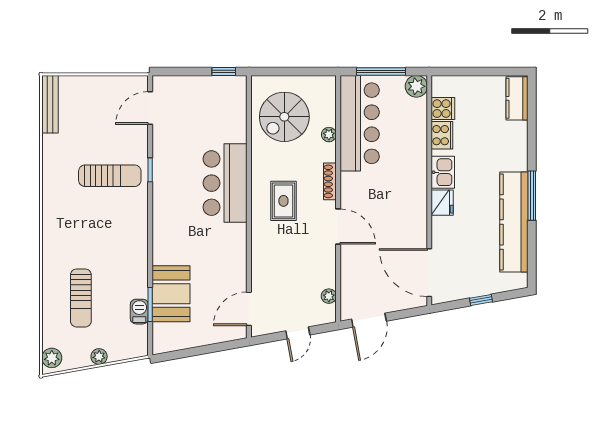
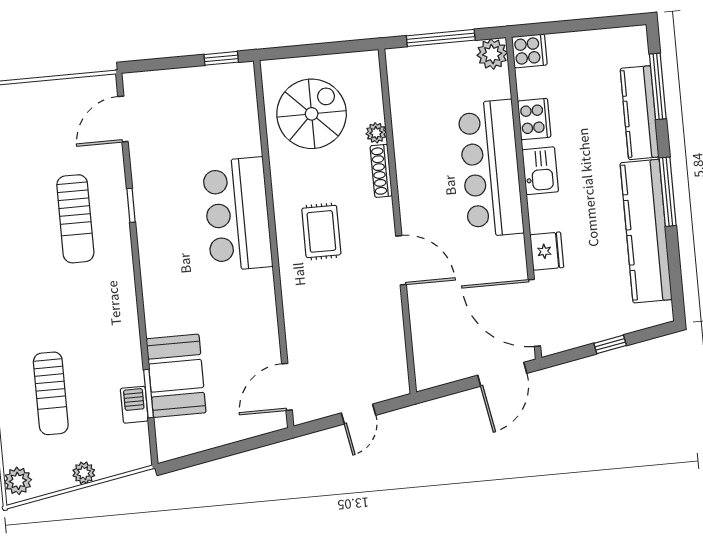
kitchen counter: (517, 98) -> (640, 113), moved, width x1.50
cooker: (443, 109) -> (529, 51), moved
spiral stairs: (284, 117) -> (312, 114), turned 180
window: (532, 120) -> (658, 86), added
bar counter: (360, 123) -> (491, 168), moved, turned 180
sun lounger: (110, 176) -> (75, 219), turned 90
shoe rack: (330, 181) -> (381, 171), moved
fridge: (442, 203) -> (547, 251), moved
plant: (329, 296) -> (397, 359), removed
door: (369, 320) -> (502, 374), moved

